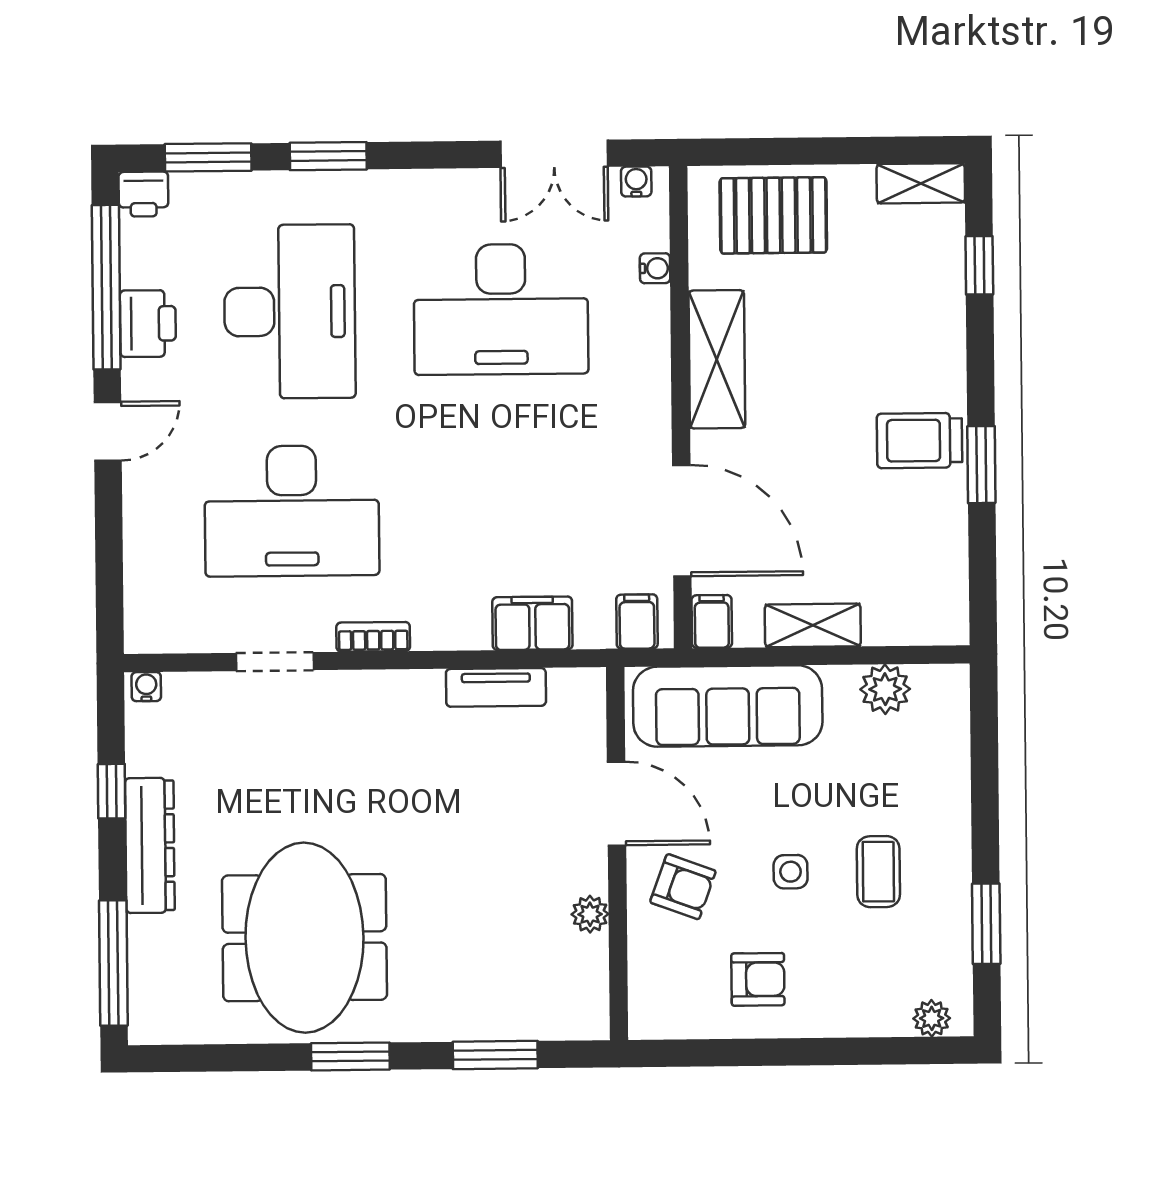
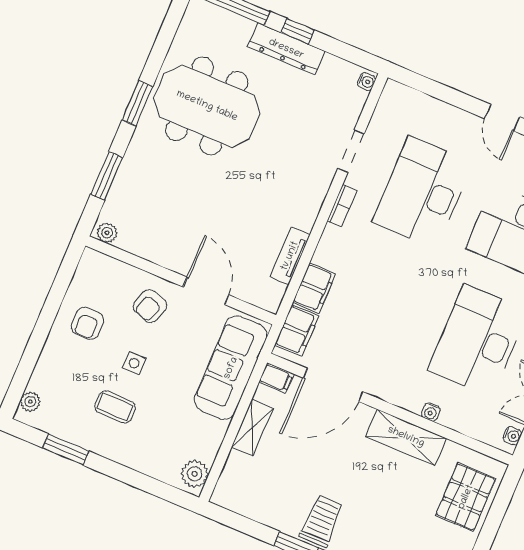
water cooler: (655, 268) -> (431, 412), moved
filing cabinet: (637, 622) -> (297, 330), width x2.00
plant: (885, 689) -> (195, 474), moved
window: (112, 791) -> (298, 31), moved
door: (617, 804) -> (206, 291), swing flipped
plant: (590, 914) -> (107, 233), moved

